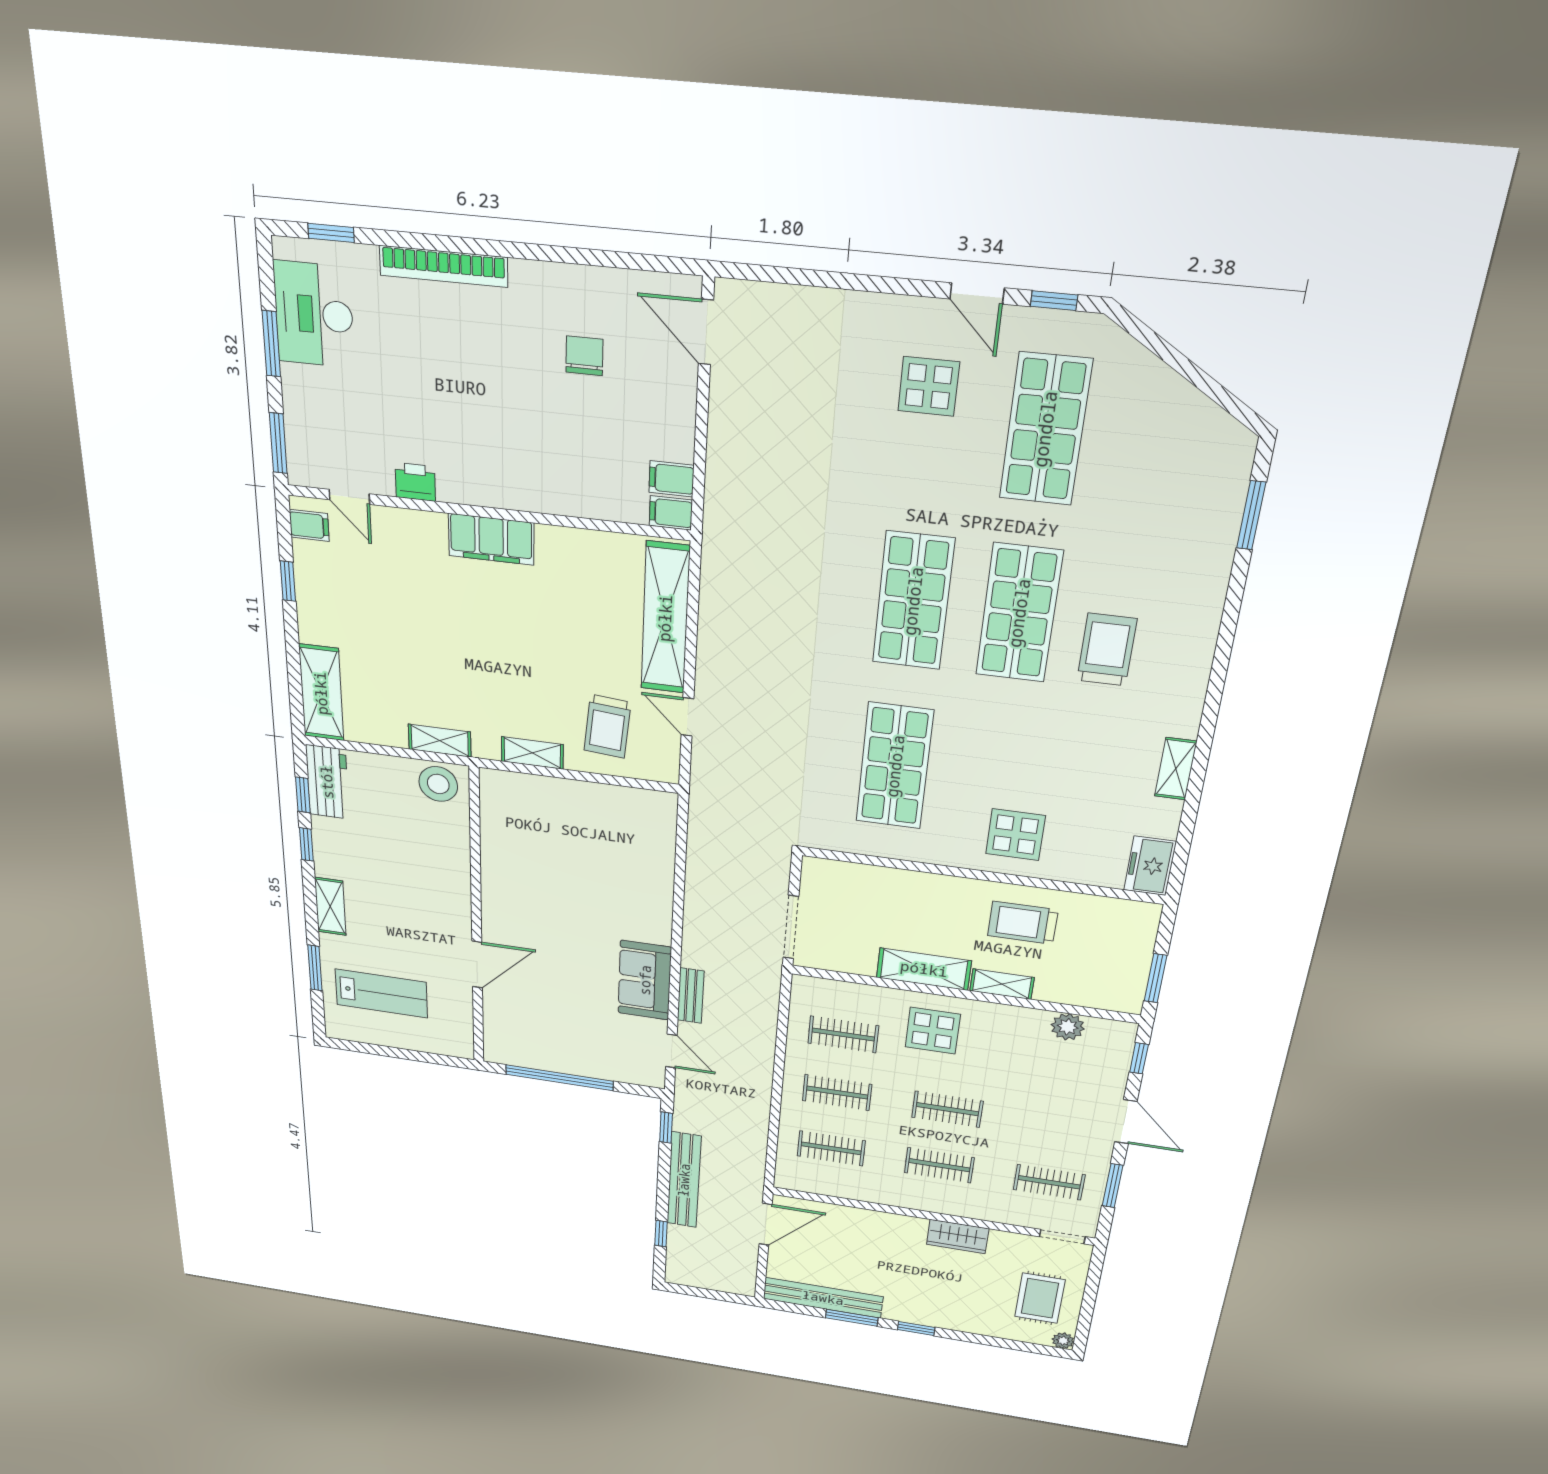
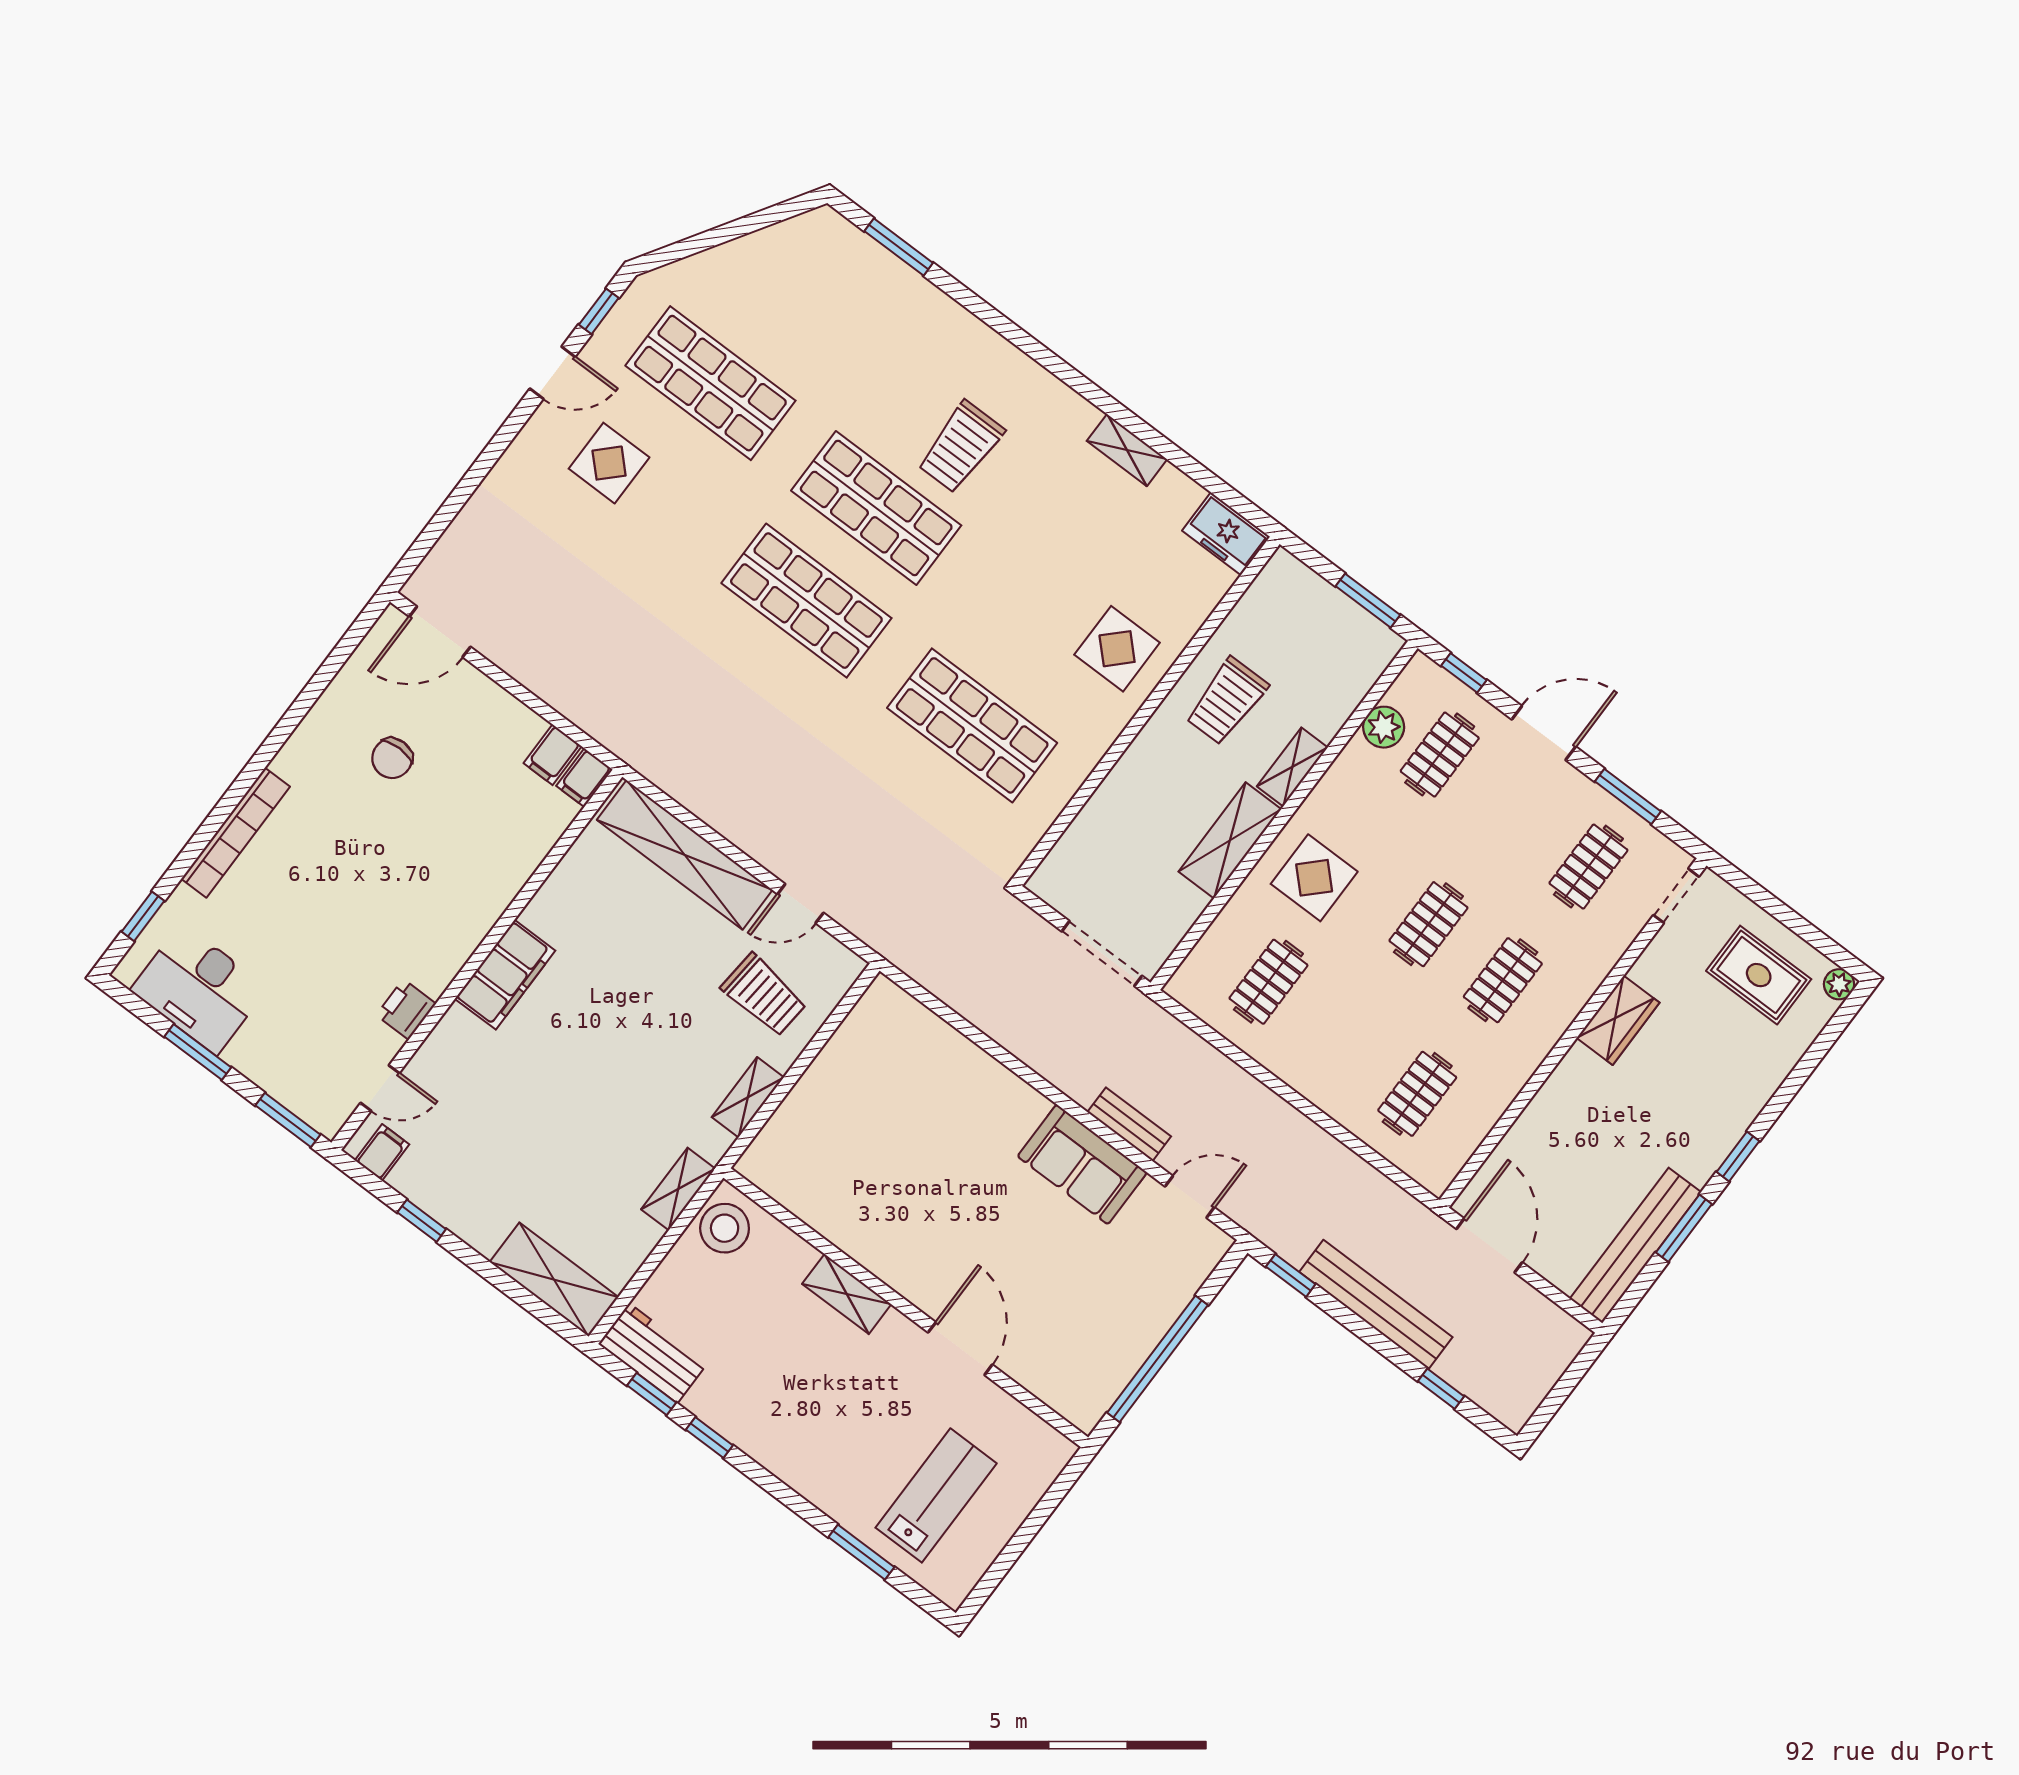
chair: (584, 356) -> (392, 758), turned -90
trolley: (1107, 650) -> (961, 447), turned -90
shelving: (330, 906) -> (847, 1294), moved
clothes rail: (837, 1093) -> (1440, 755), moved

